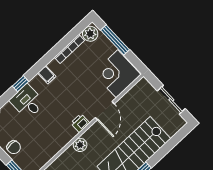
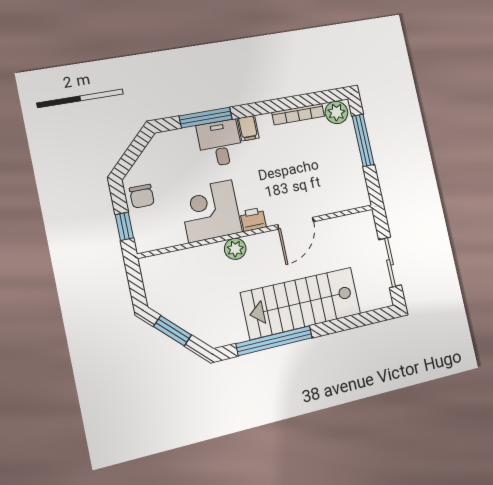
corner desk: (117, 74) -> (210, 211), moved
window: (21, 84) -> (206, 118), width x2.17
desk: (27, 102) -> (220, 143), moved

